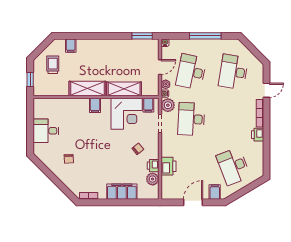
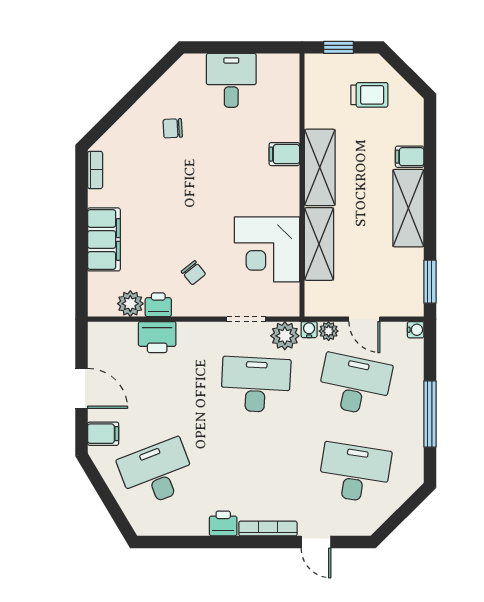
filing cabinet: (71, 46) -> (410, 157), moved
shelving: (107, 46) -> (408, 208), added
filing cabinet: (95, 105) -> (284, 154), moved
filing cabinet: (148, 105) -> (285, 295), removed

